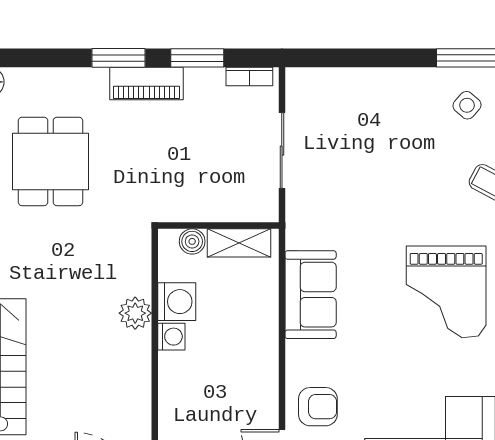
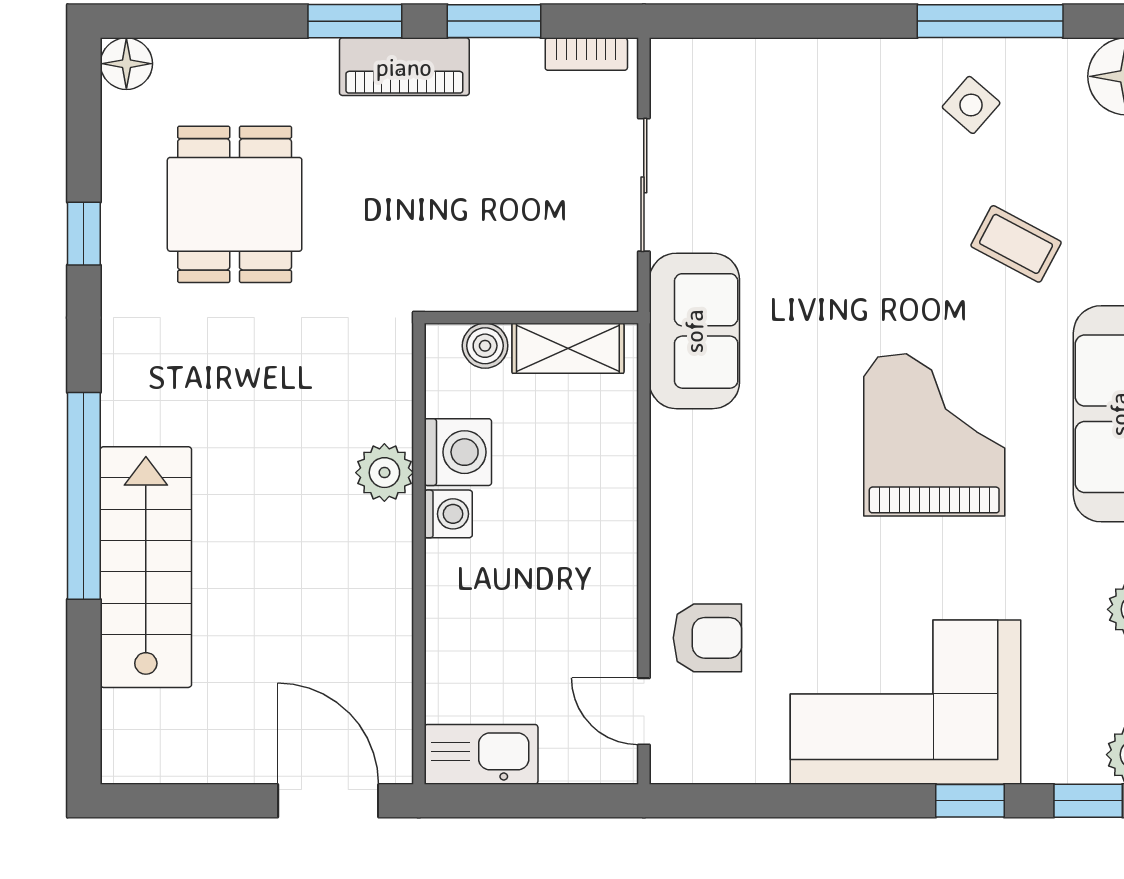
grand piano: (446, 292) -> (934, 435), turned 180
sofa: (311, 295) -> (694, 331), moved

